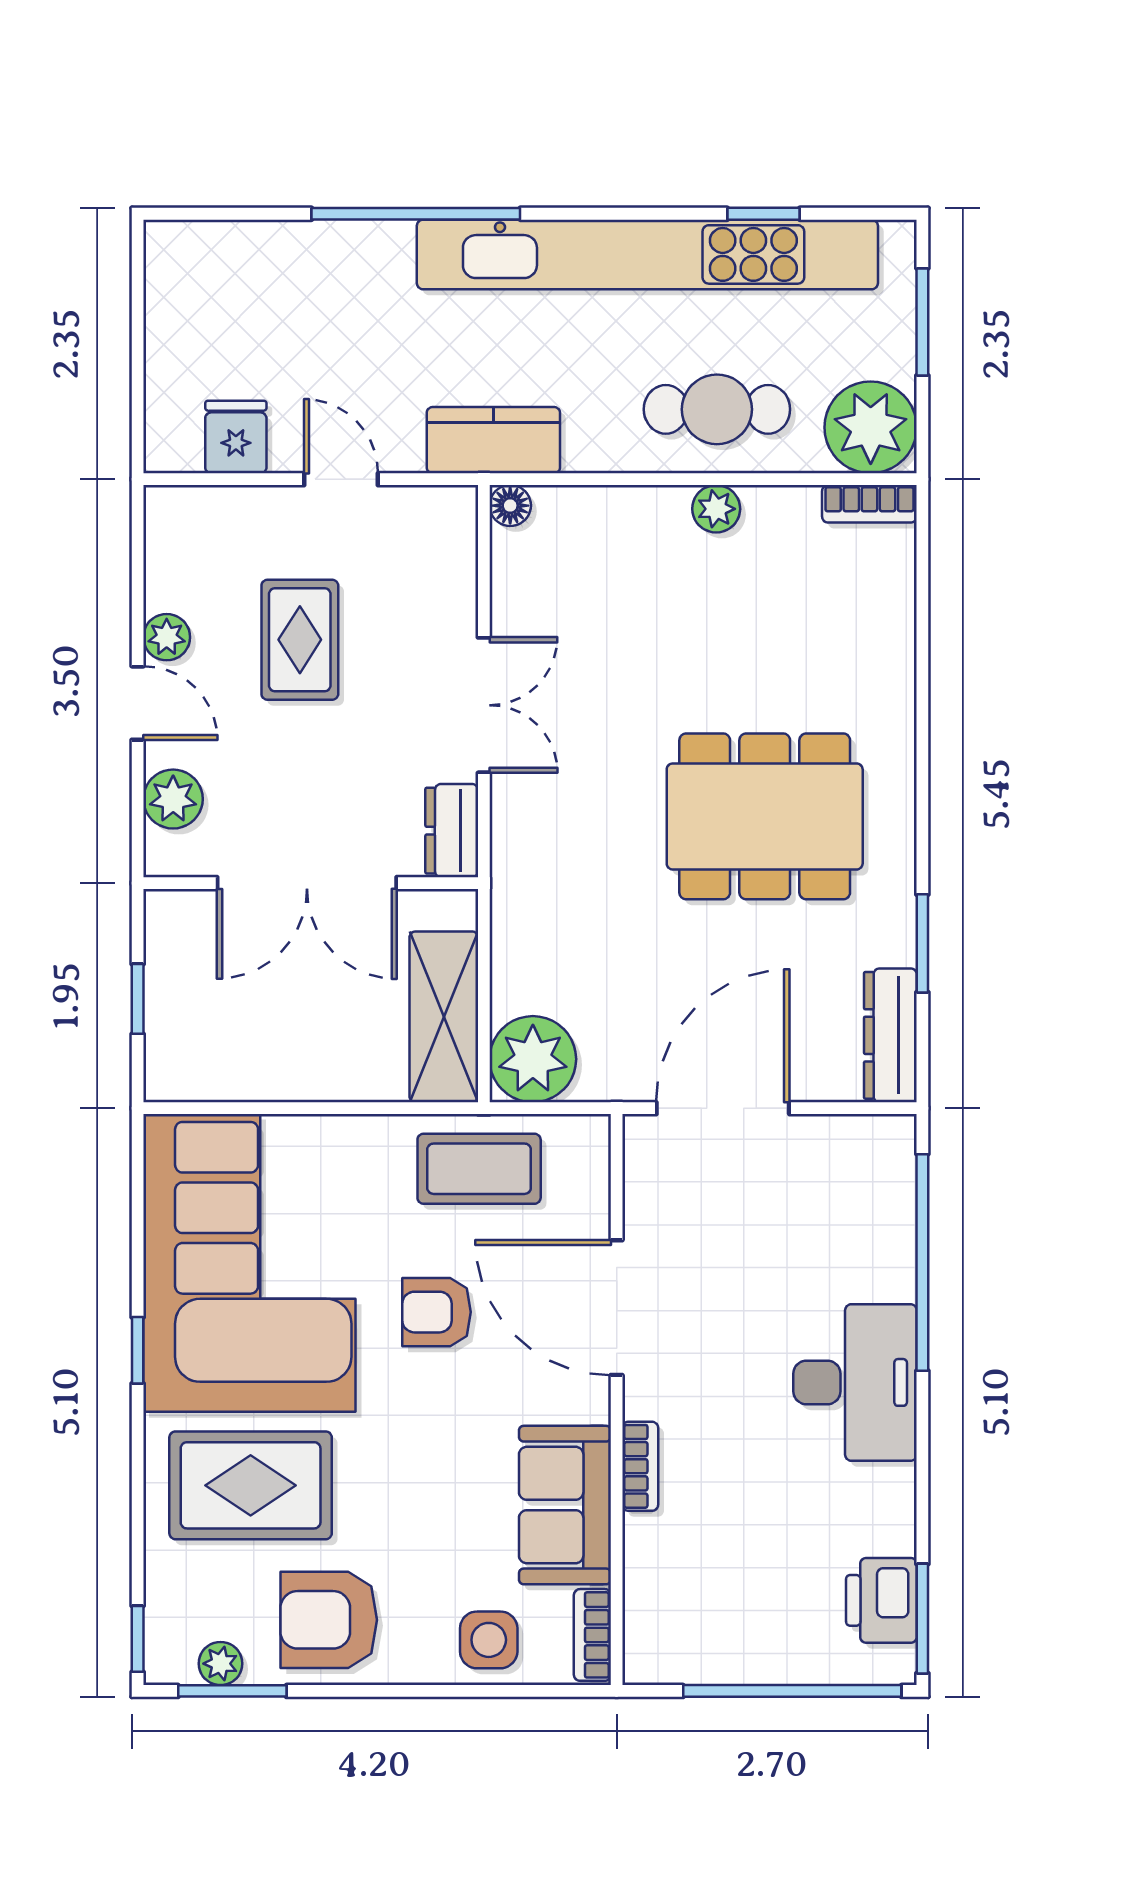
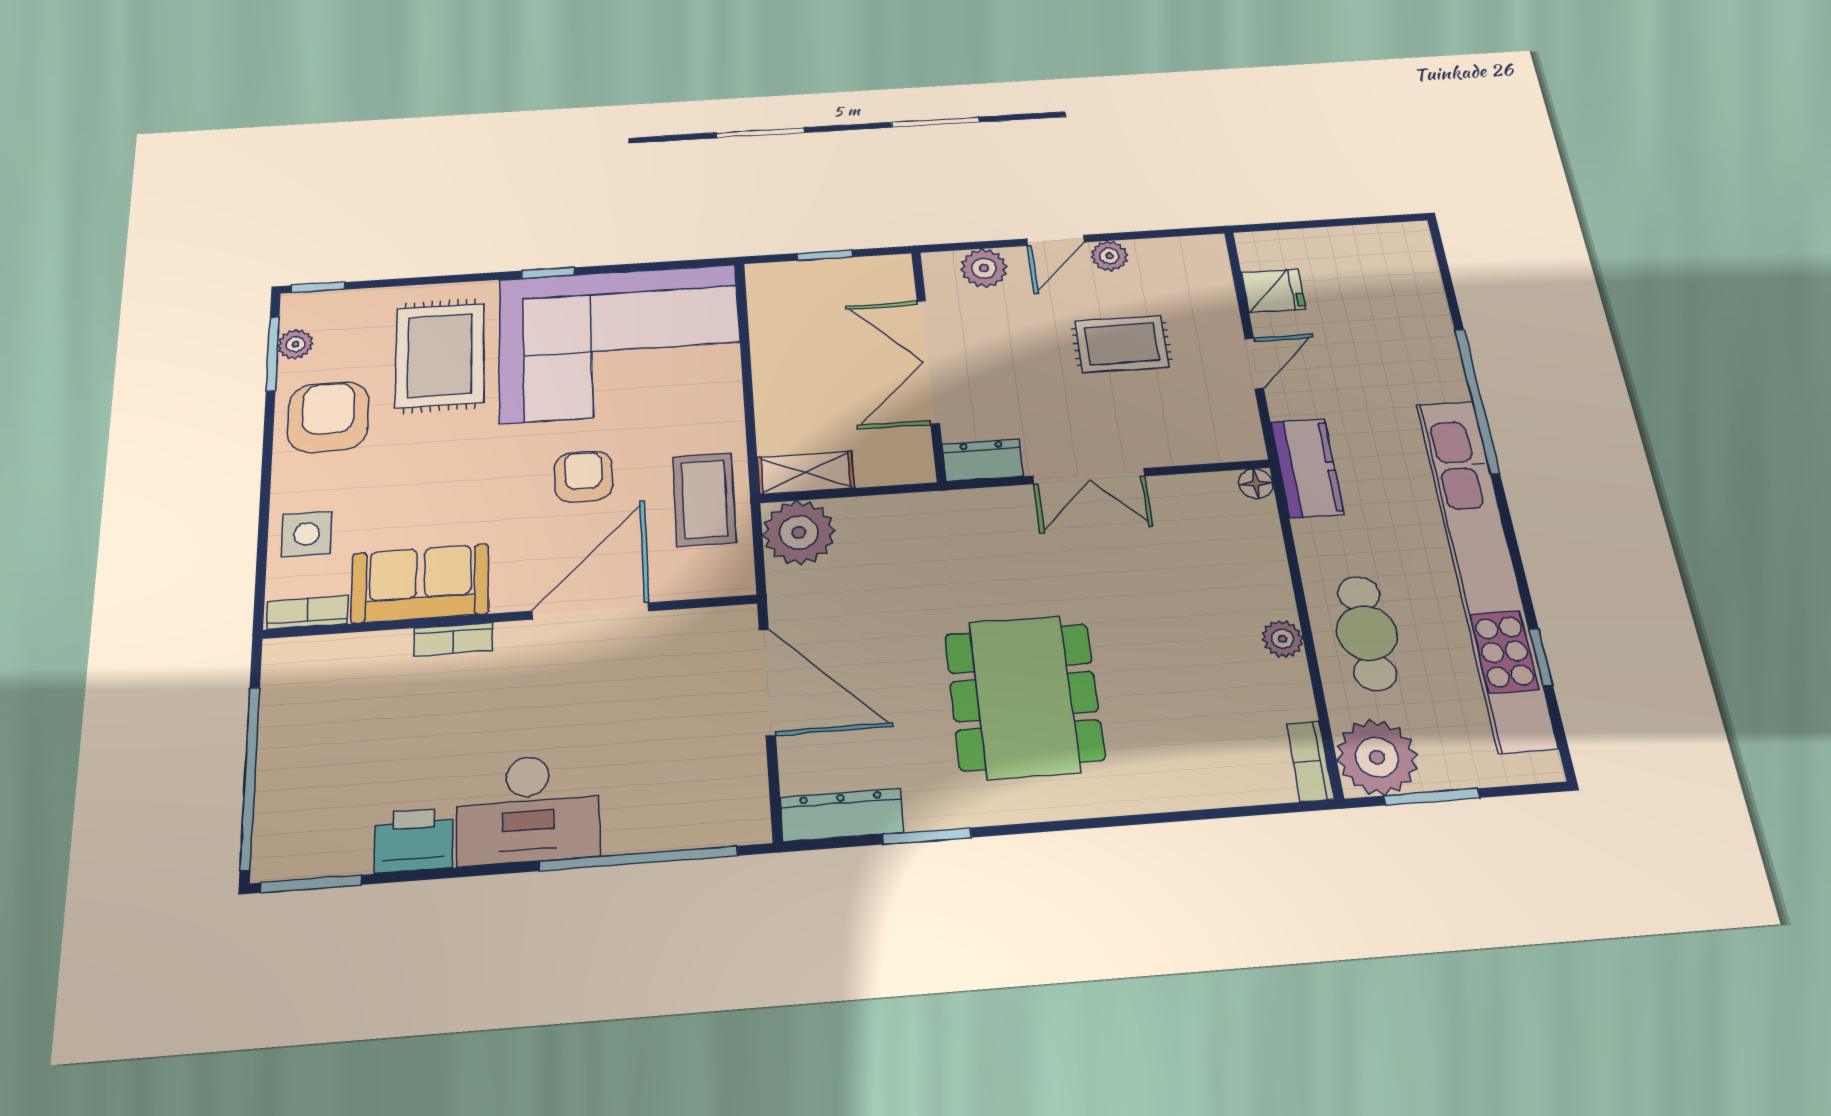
window: (922, 322) -> (1432, 797), moved
shelving: (444, 1017) -> (806, 473), width x0.67, depth x0.75
printer: (881, 1600) -> (414, 840), moved

